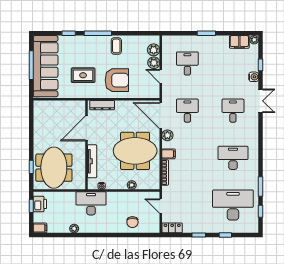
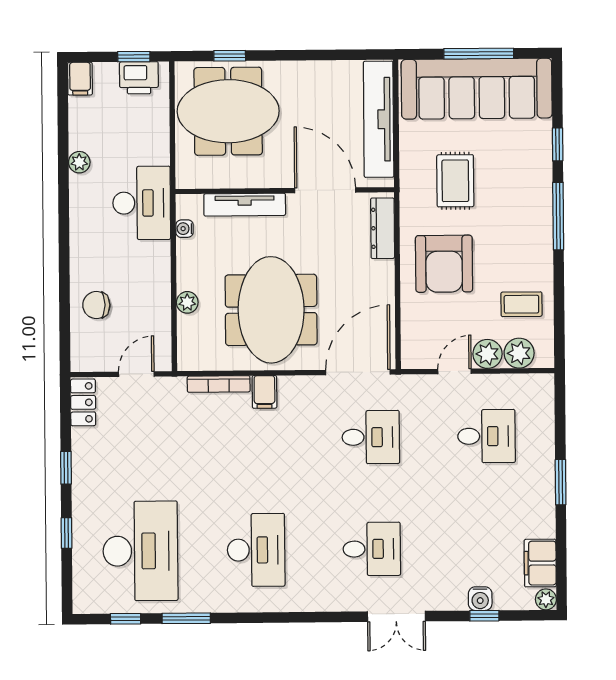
coffee table: (116, 46) -> (521, 304), moved
water cooler: (254, 77) -> (480, 599), moved
tv unit: (58, 106) -> (379, 119), added
plant: (167, 135) -> (310, 389), removed

